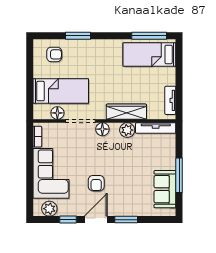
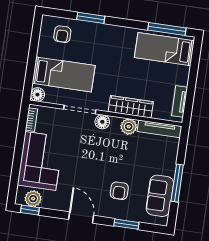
armchair: (54, 54) -> (62, 34), turned 90
floor lamp: (57, 113) -> (37, 95), moved
armchair: (96, 183) -> (119, 191), moved
window: (68, 220) -> (30, 210), moved
door: (96, 220) -> (81, 217), hinge flipped
window: (126, 220) -> (126, 224), moved

